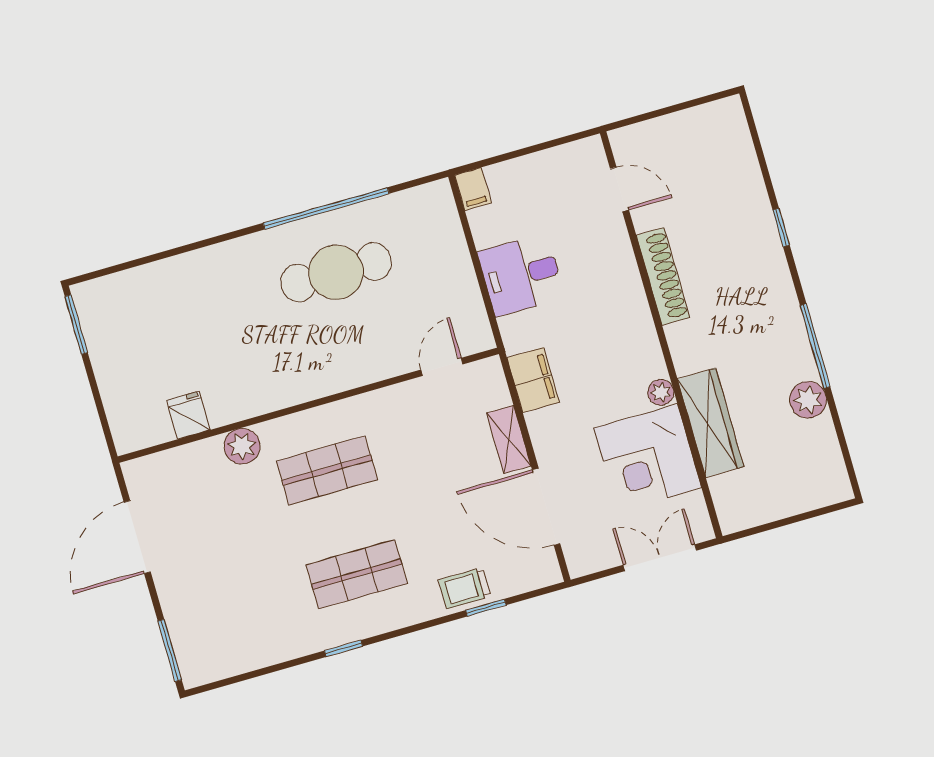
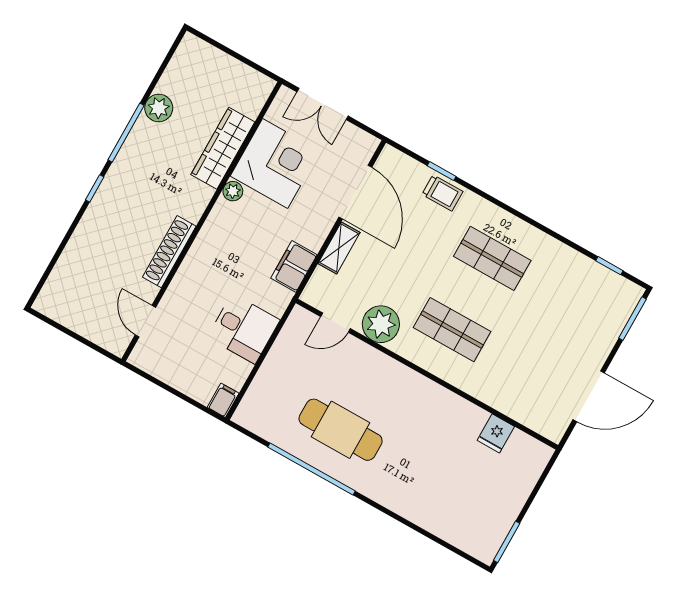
window: (781, 227) -> (95, 188), moved
plant: (242, 446) -> (381, 324), moved, width x1.36, depth x1.36
window: (343, 648) -> (609, 266), moved

